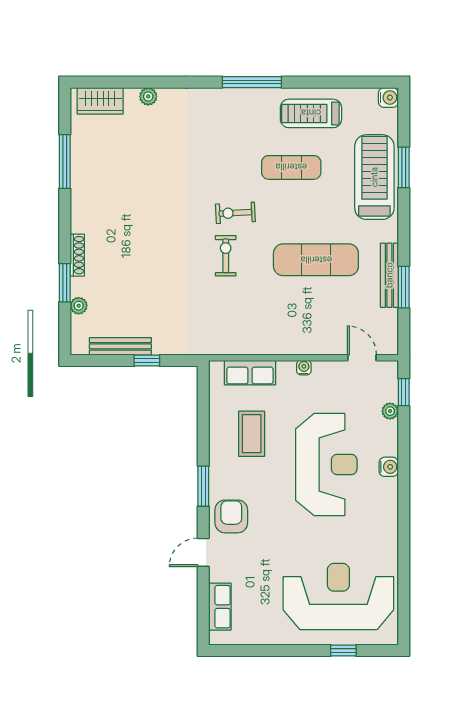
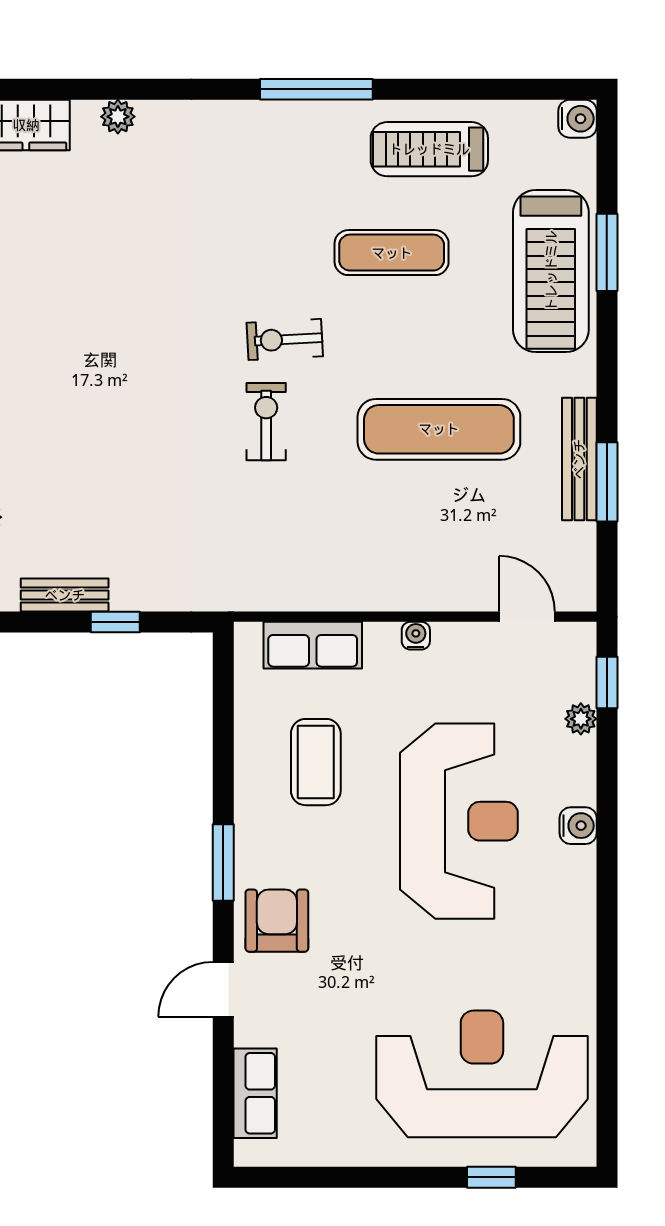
treadmill: (374, 177) -> (551, 271), turned 180
bench: (120, 346) -> (65, 595), width x0.73

